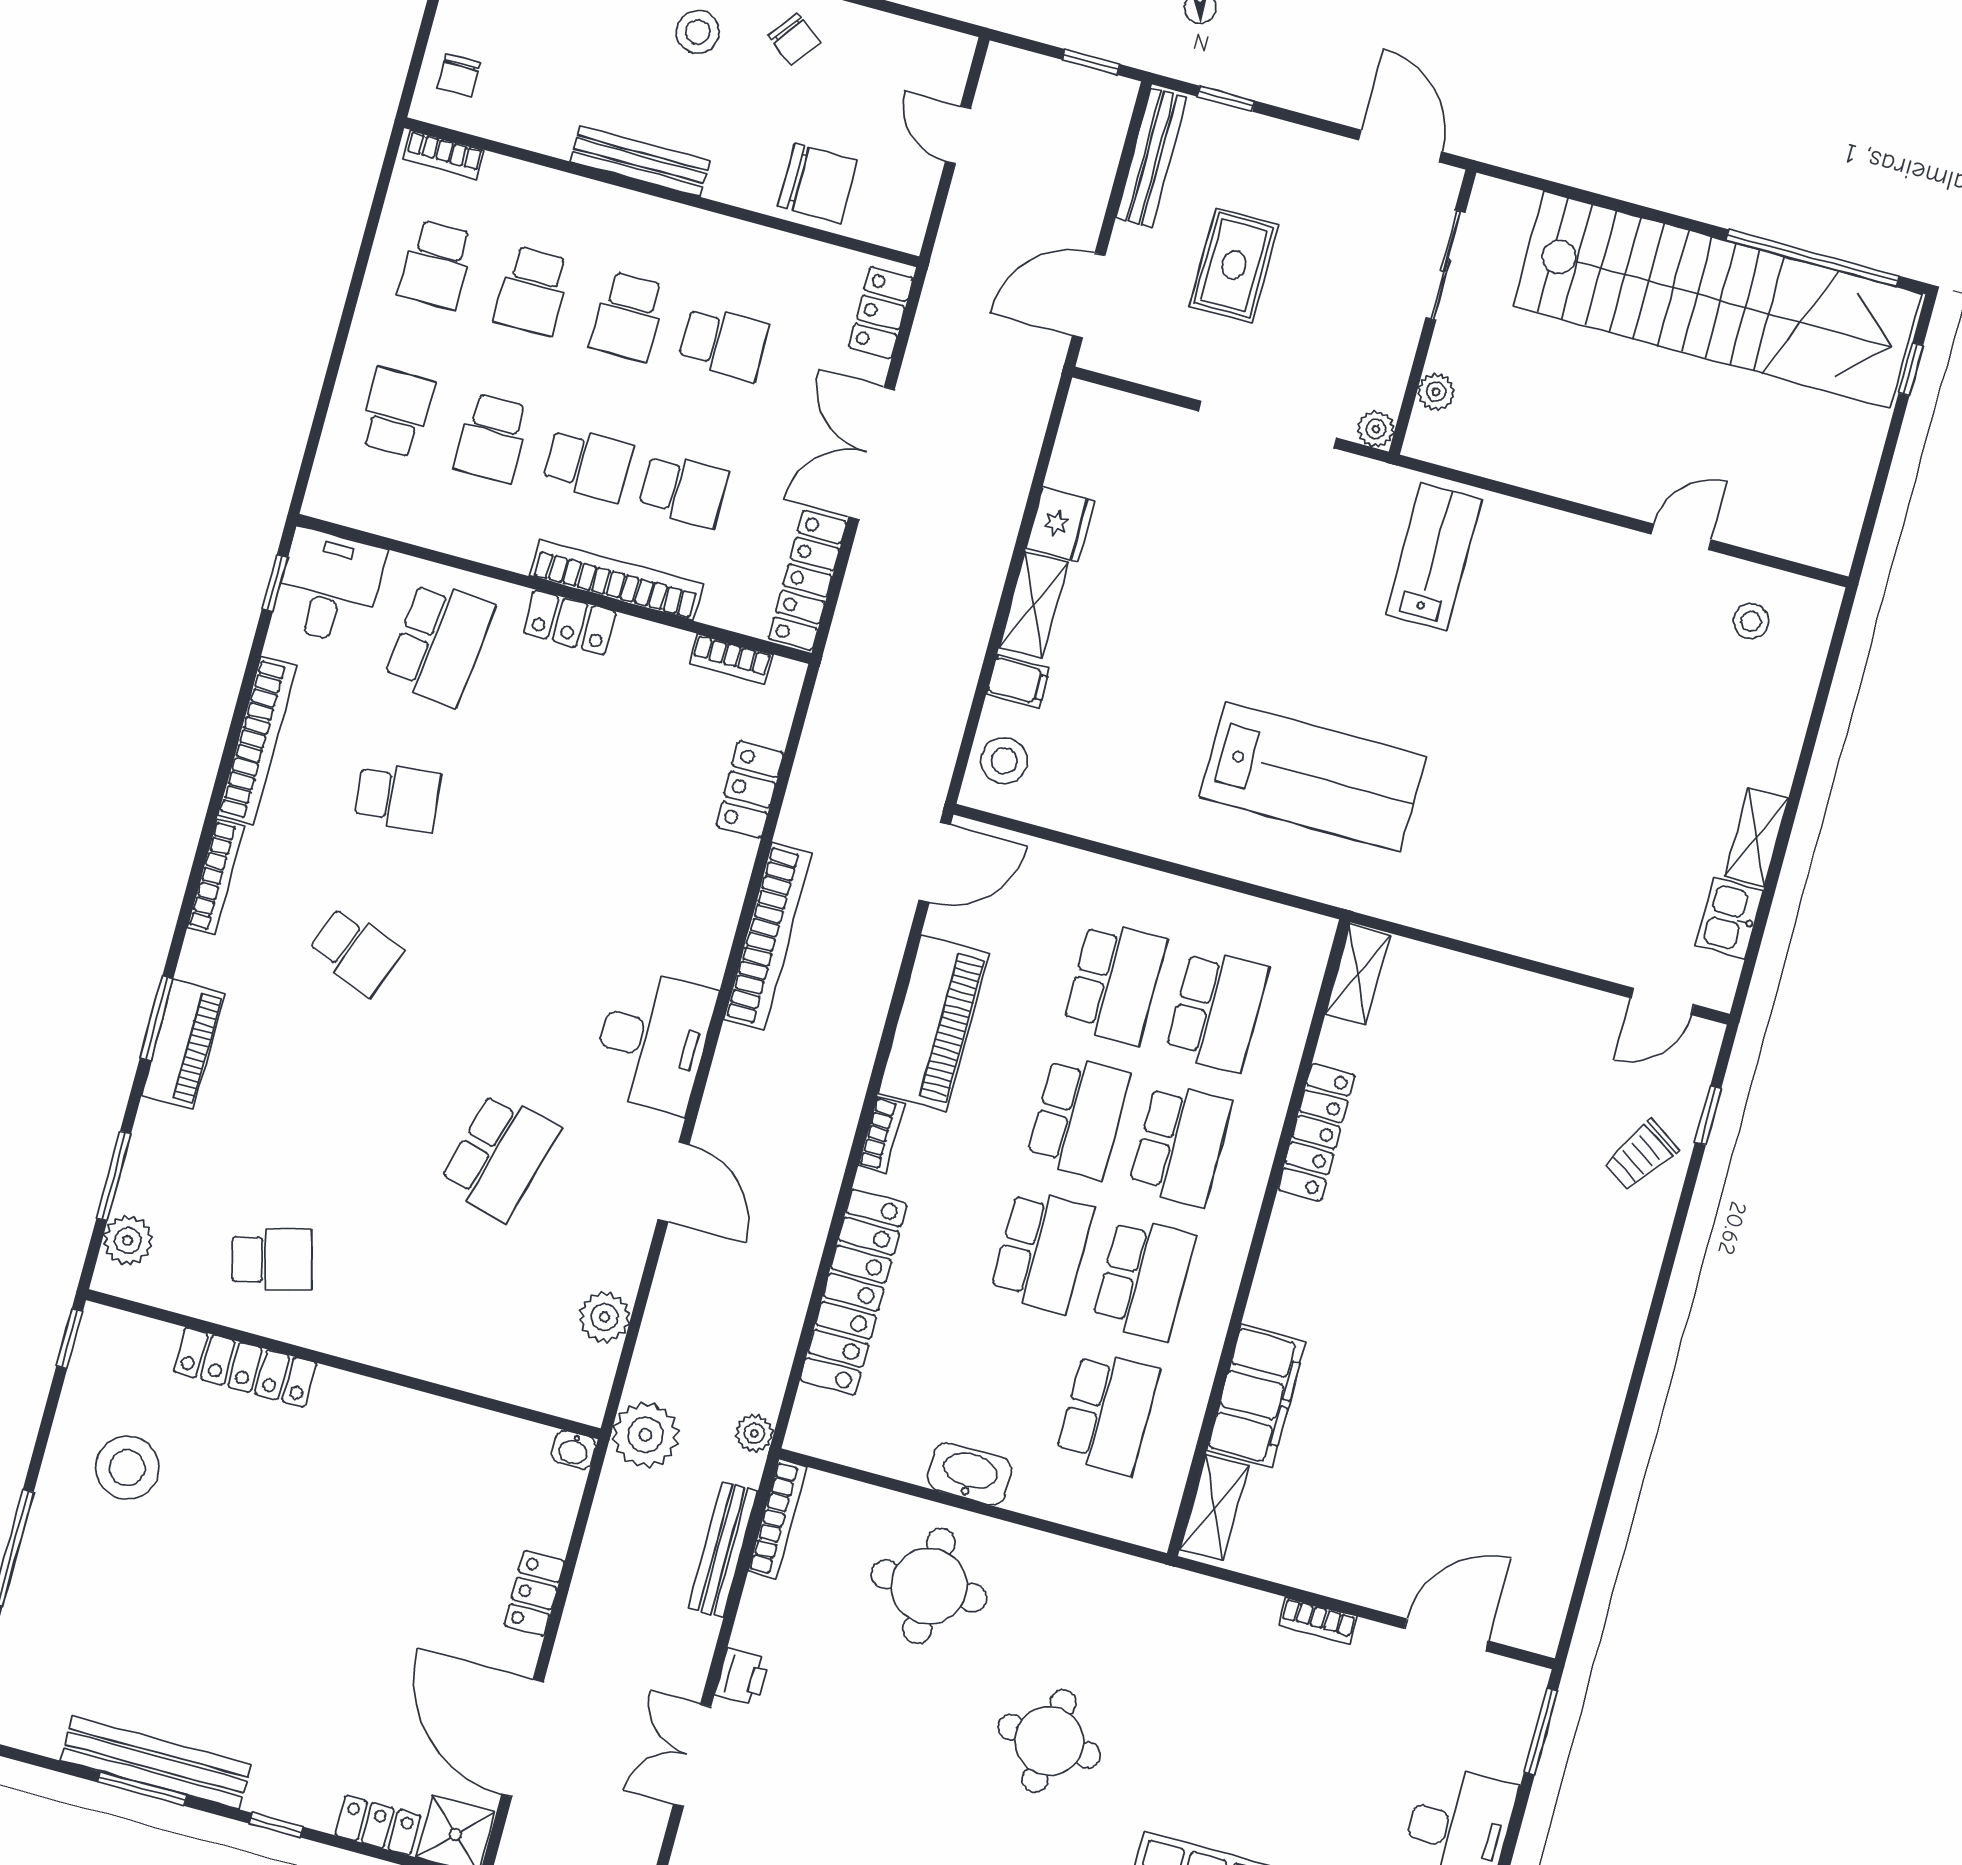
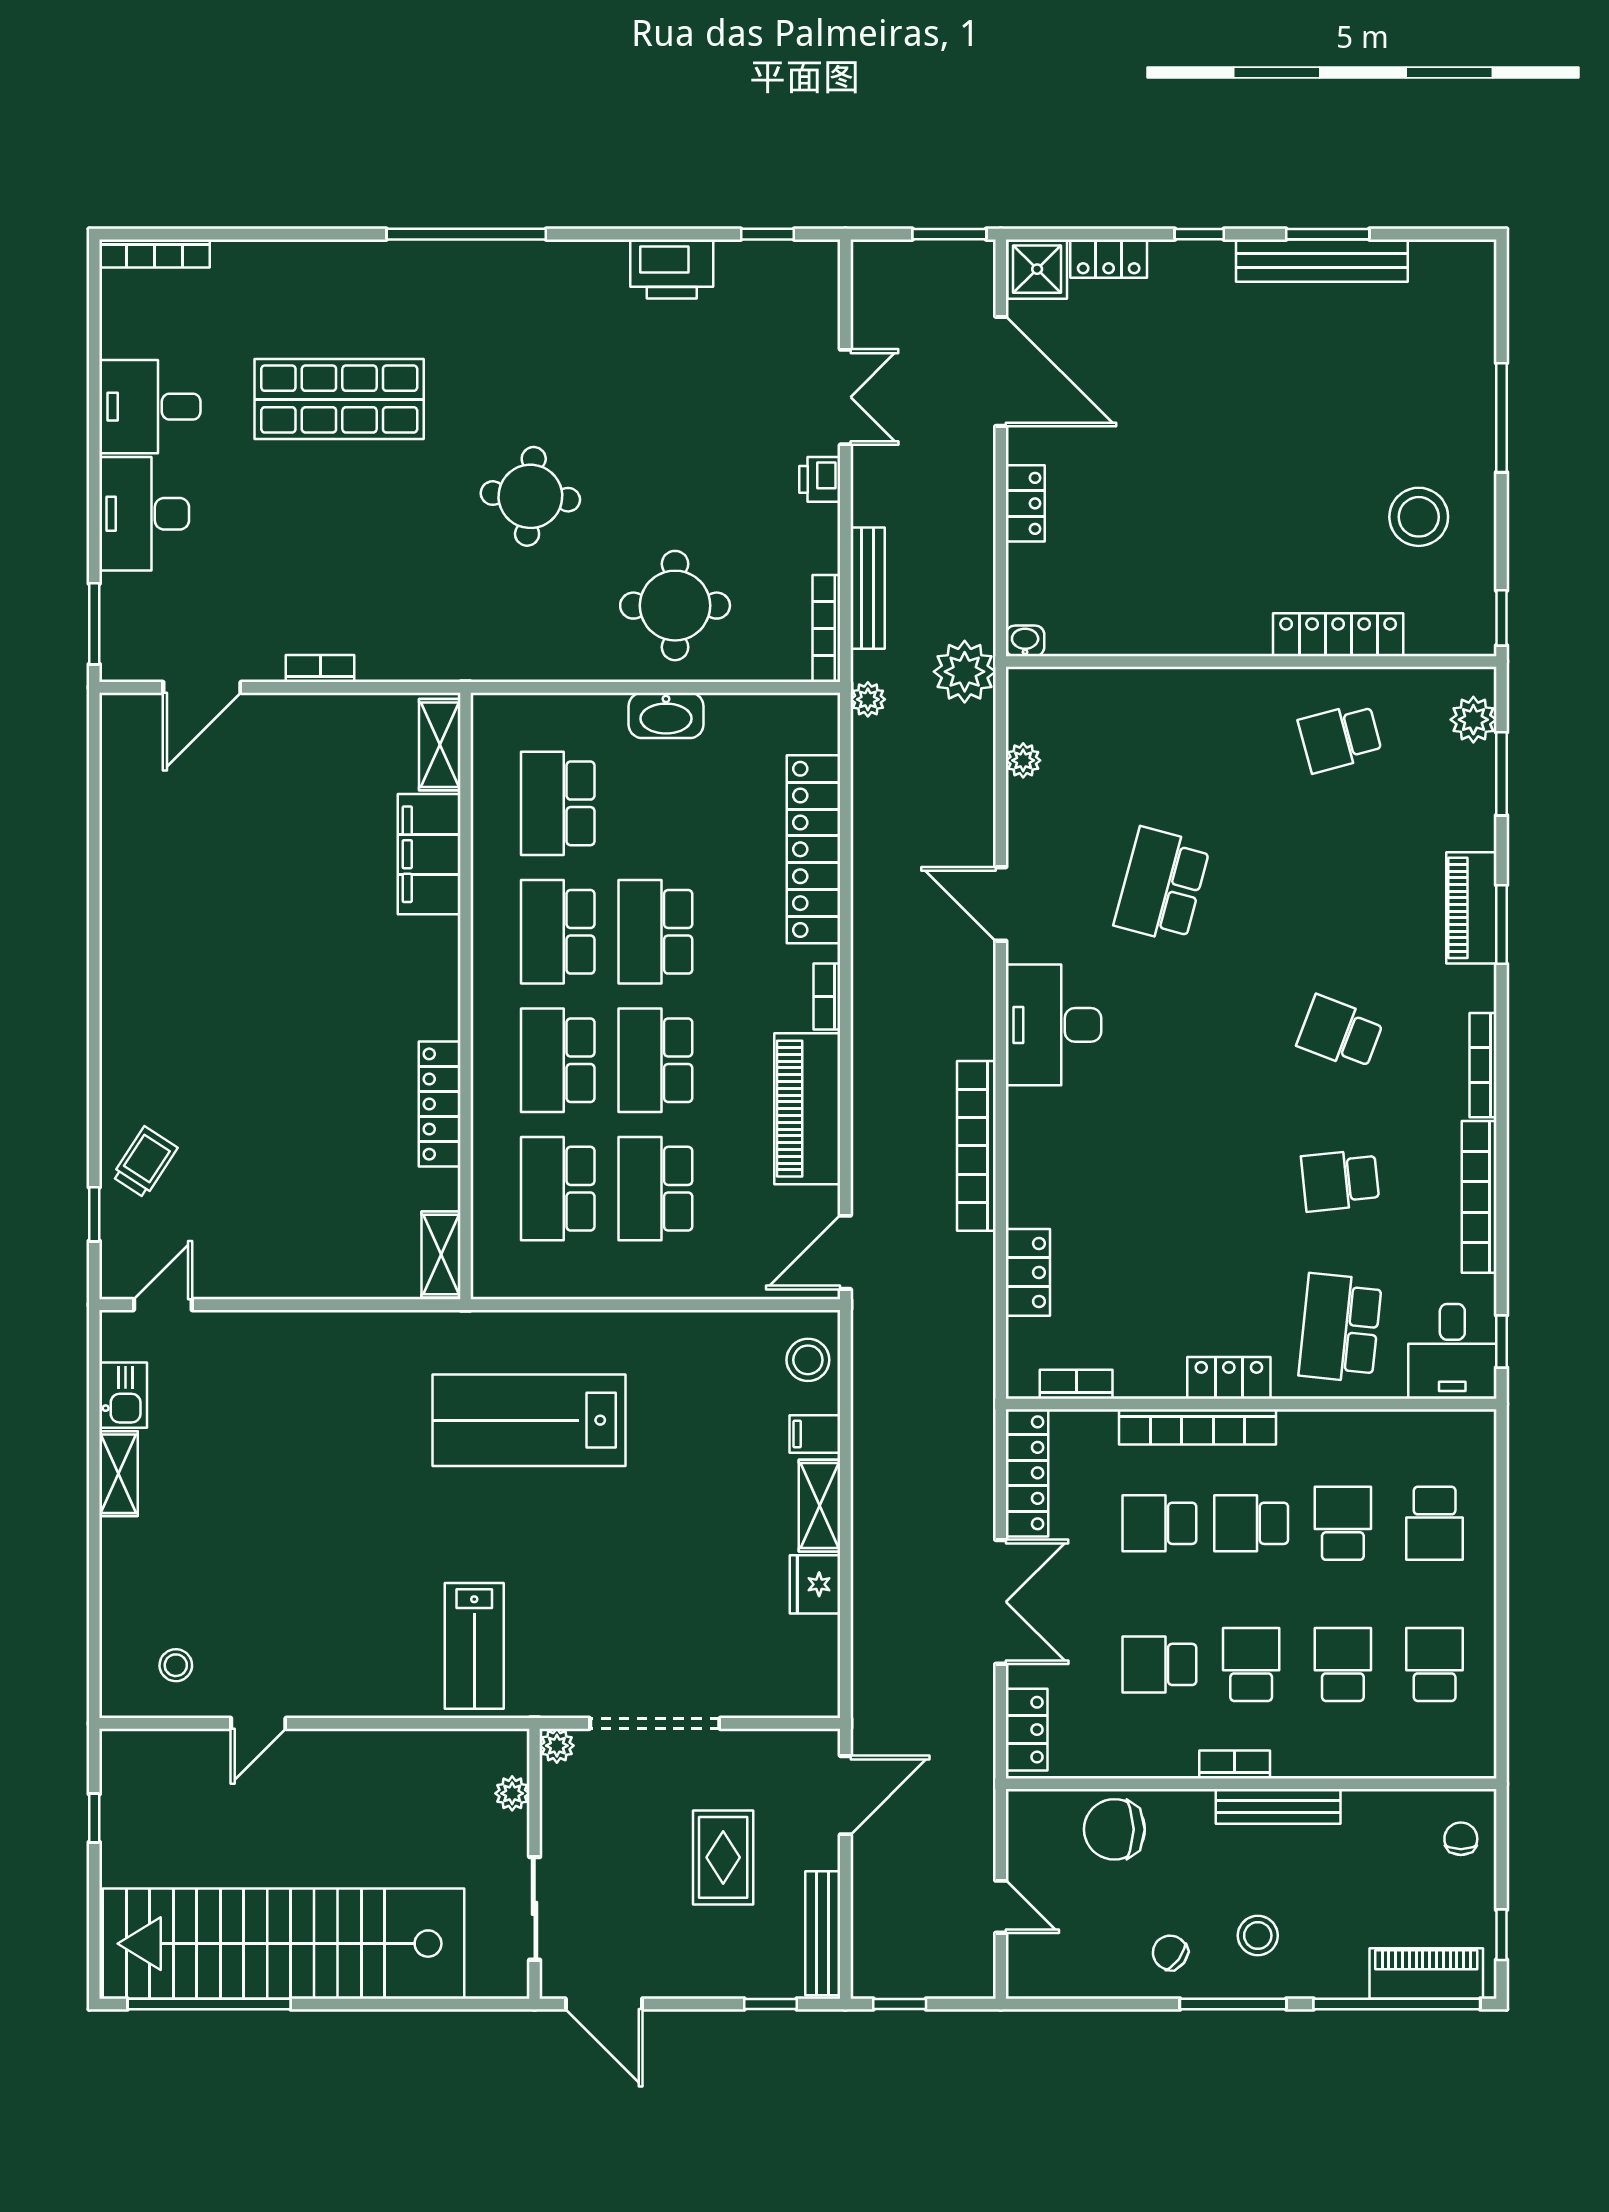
bookcase: (444, 155) -> (1235, 1765), moved
window: (1911, 369) -> (94, 1818), moved
plant: (605, 1317) -> (1023, 760), width x0.73, depth x0.73

